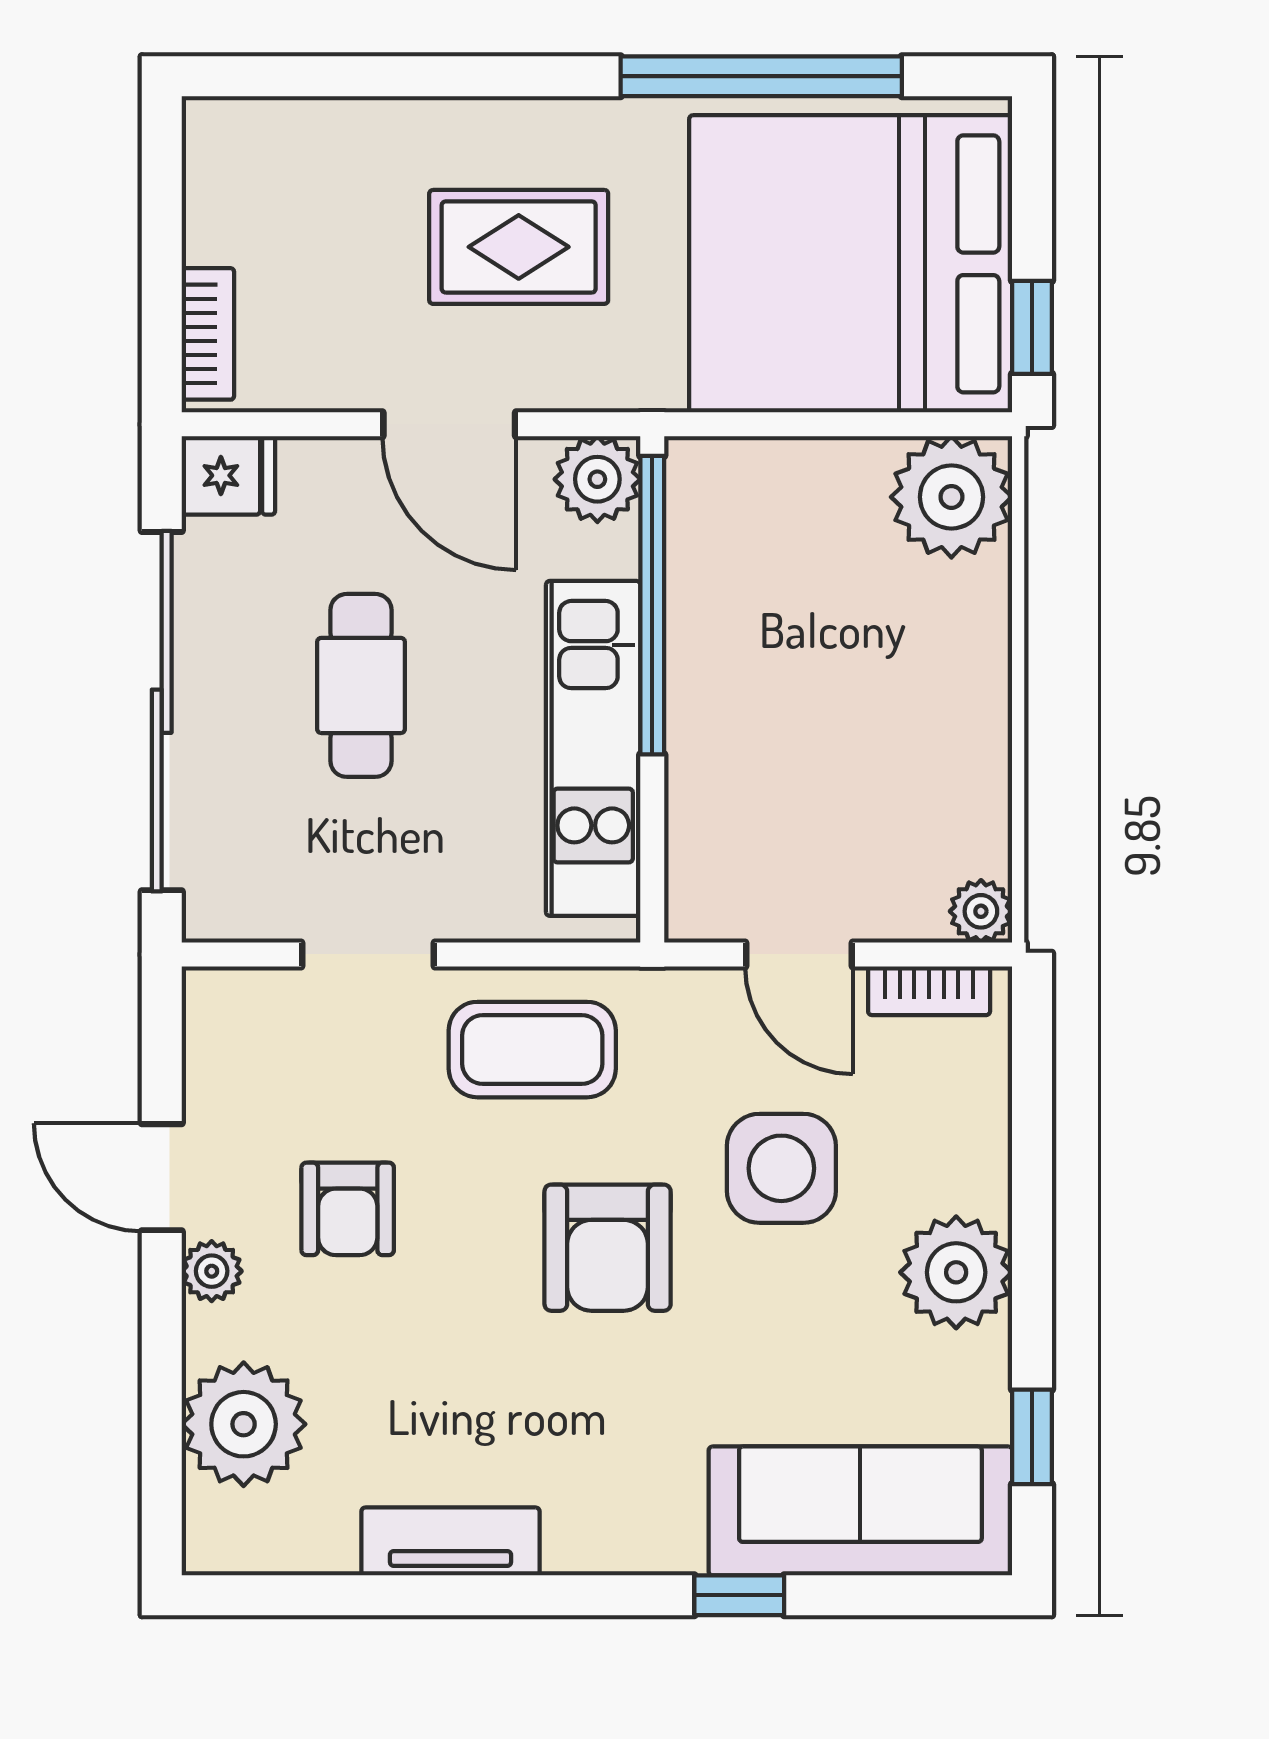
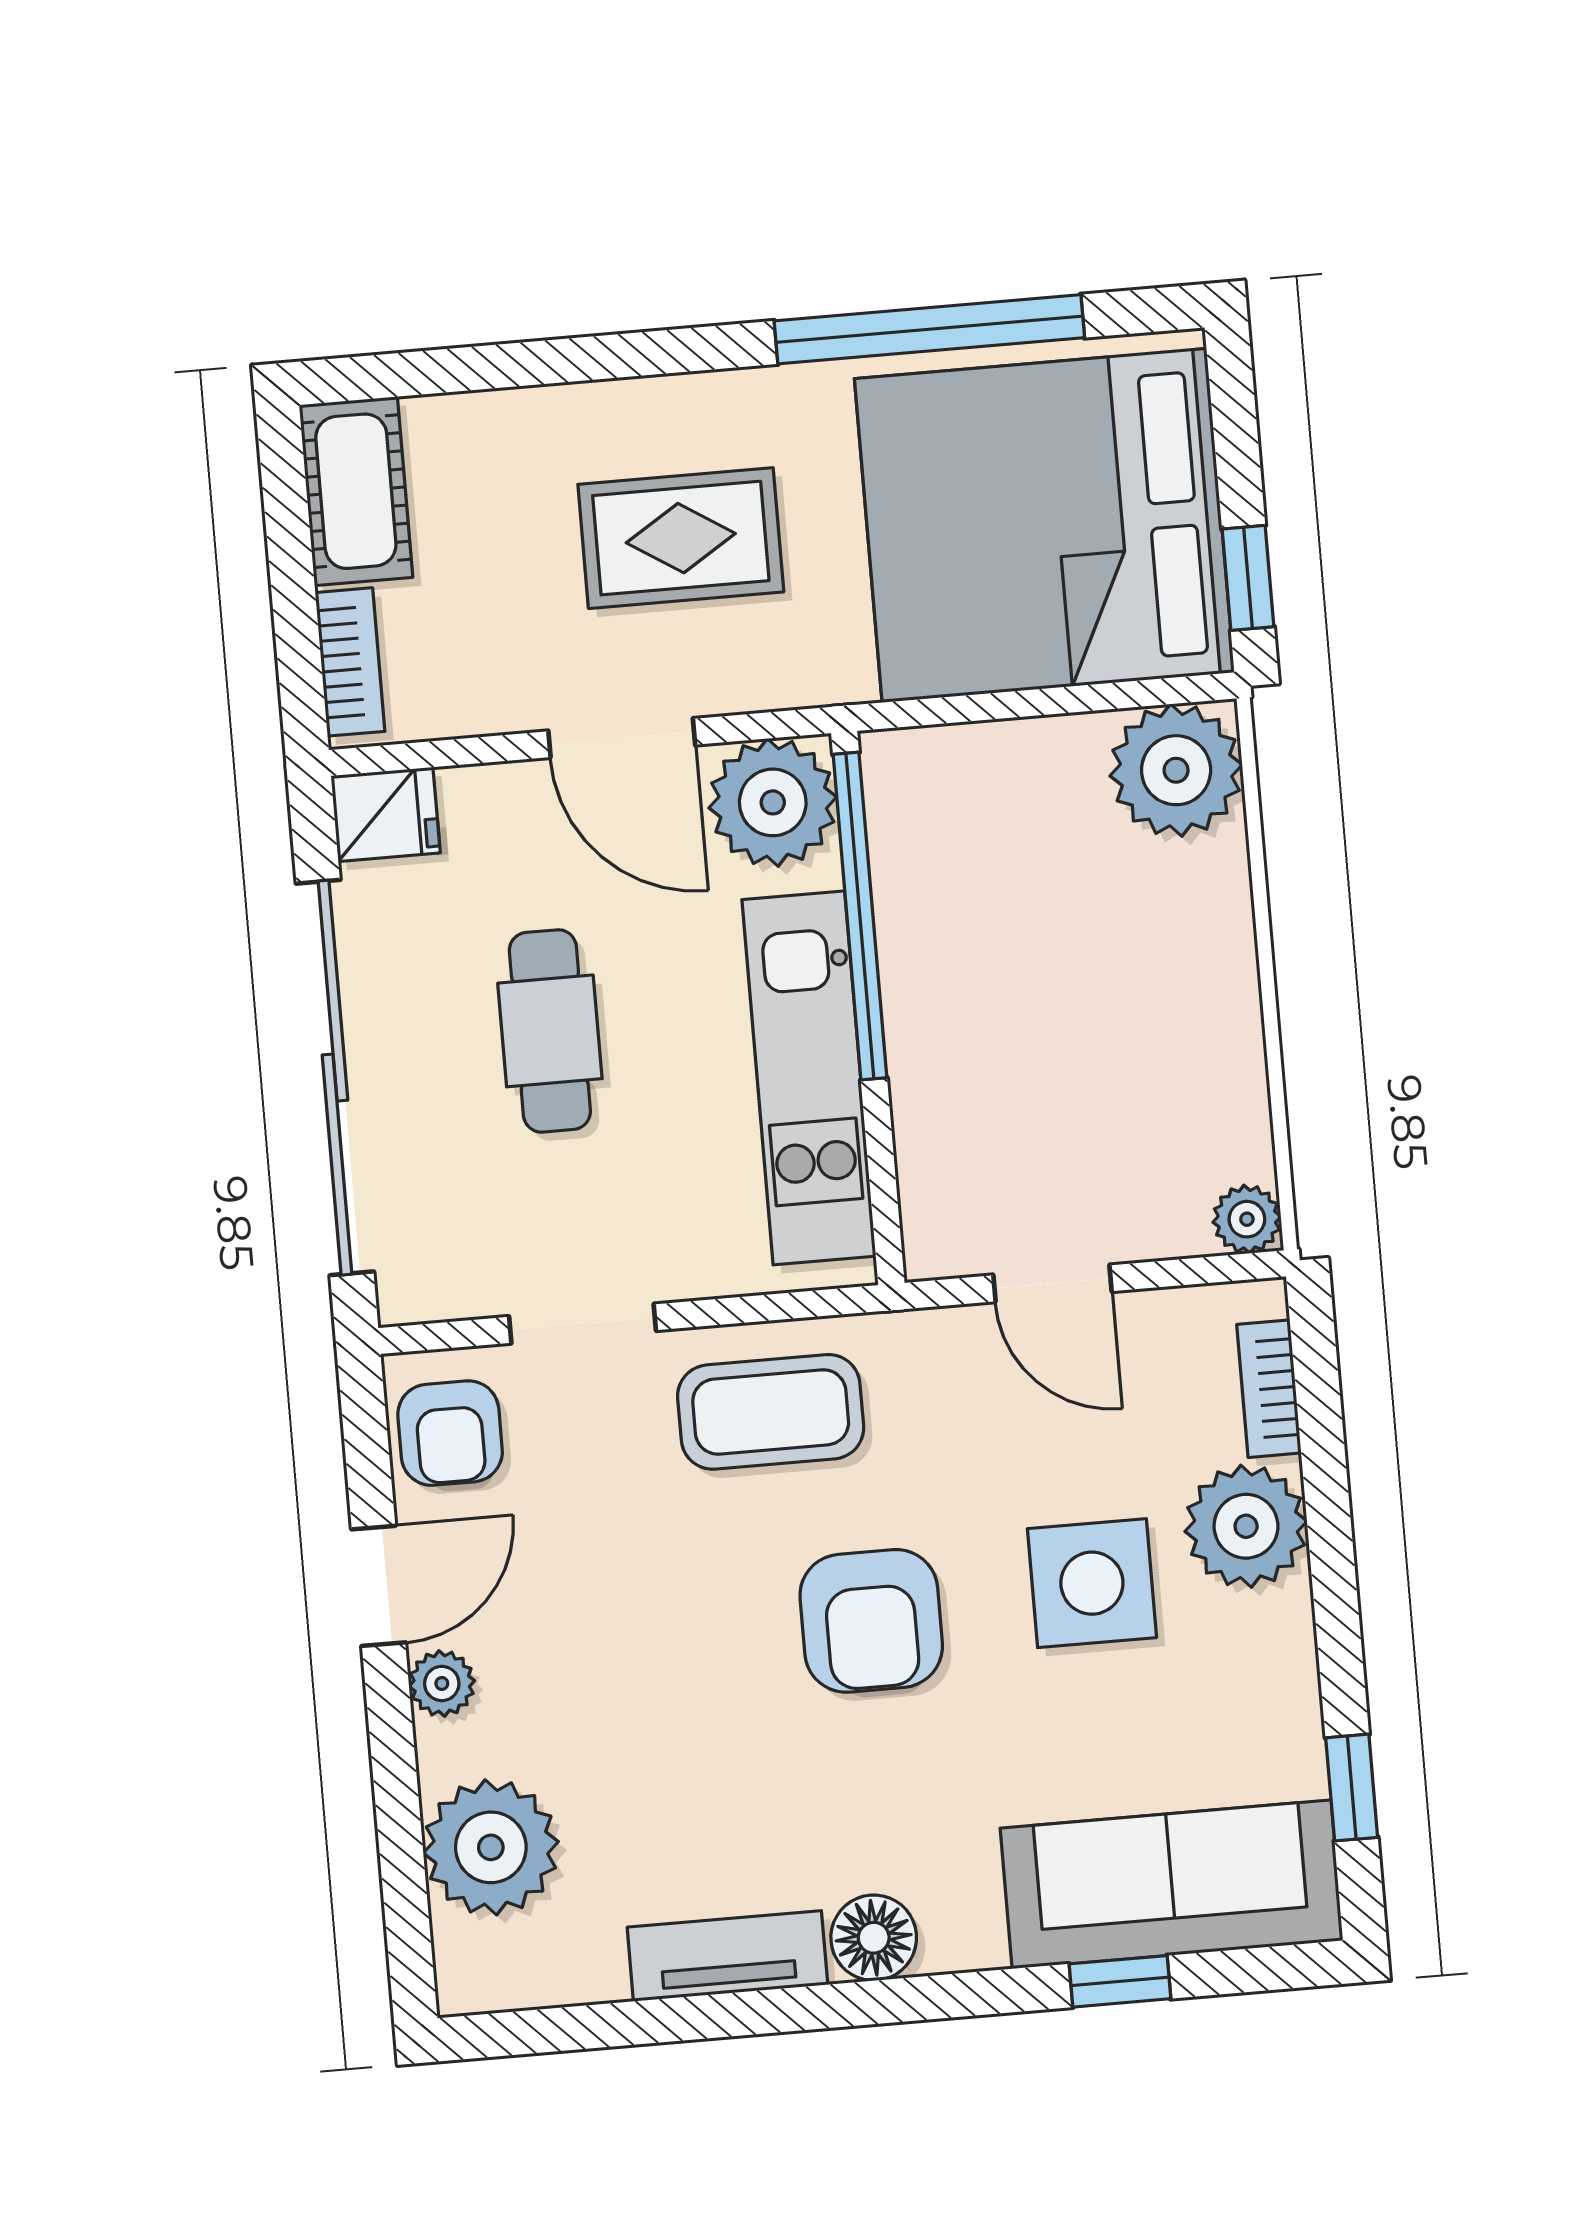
cot: (227, 179) -> (356, 491), added
plant: (597, 479) -> (773, 802), width x1.36, depth x1.36
bookcase: (929, 991) -> (1269, 1389), moved, turned 90
side table: (781, 1168) -> (1092, 1583), moved
door: (162, 1177) -> (379, 1586), swing flipped
armchair: (348, 1209) -> (450, 1433), moved
plant: (956, 1272) -> (1246, 1526), moved
floor lamp: (585, 1536) -> (874, 1938), added
window: (739, 1595) -> (1120, 1981), moved

